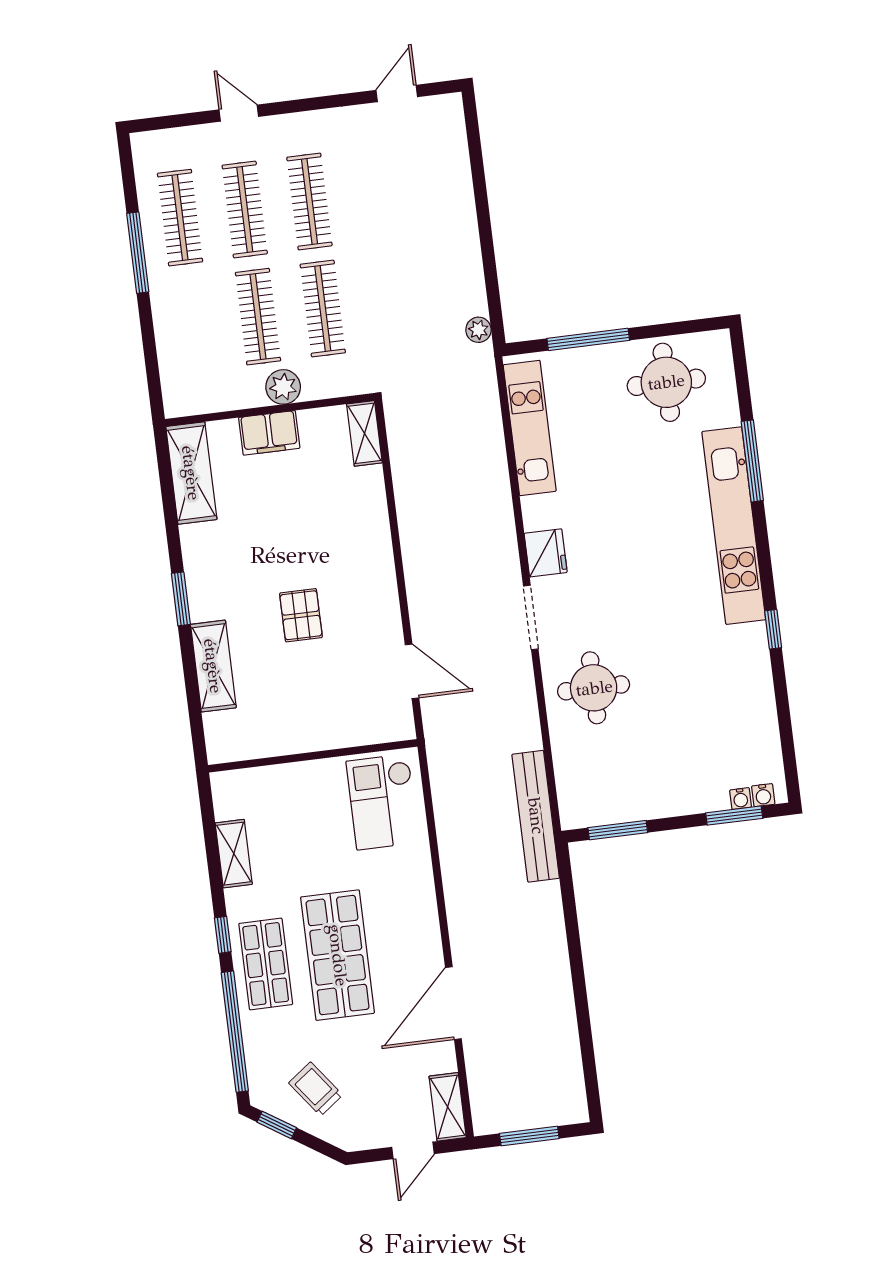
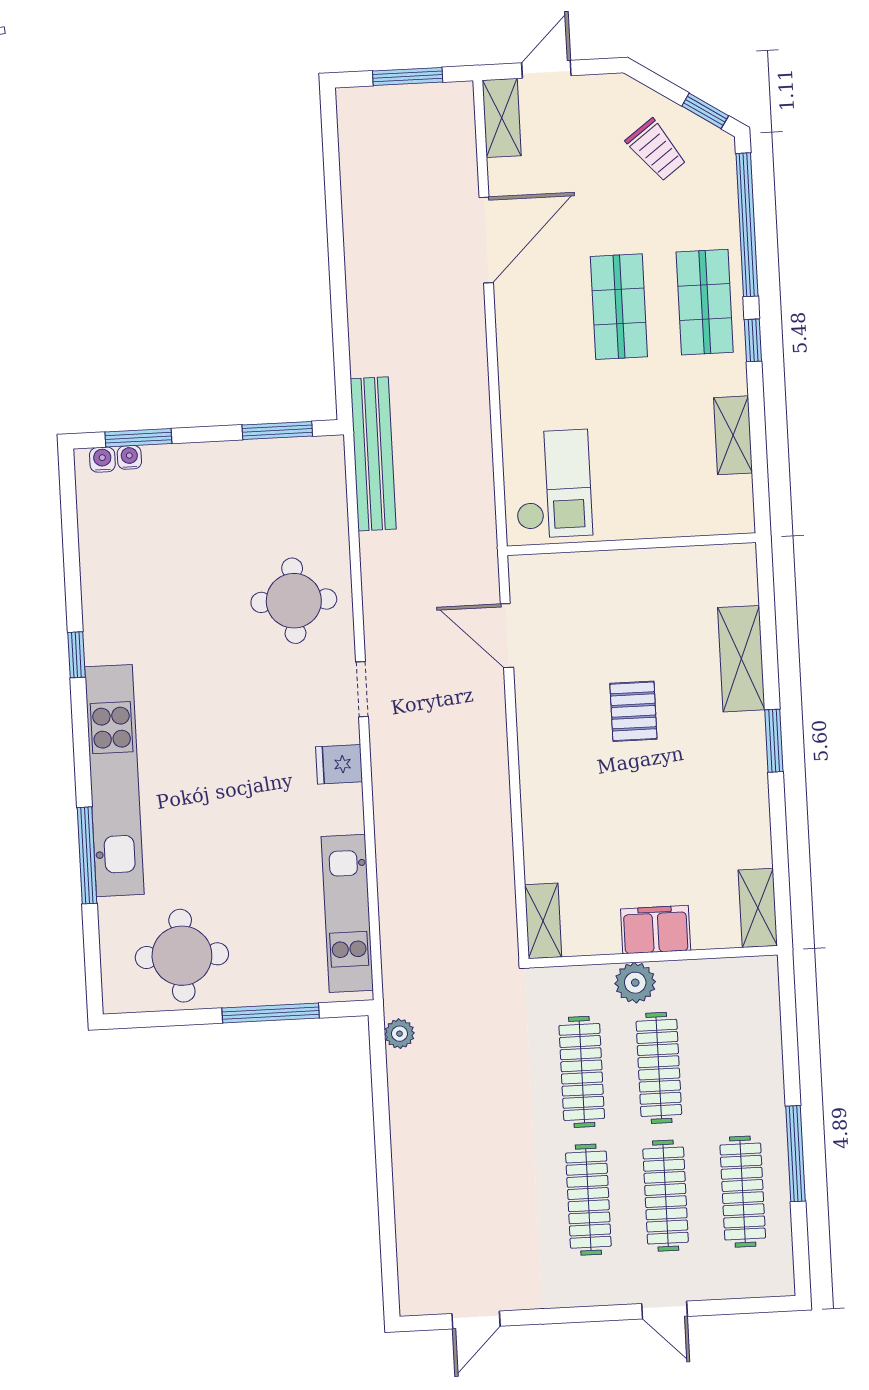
shelving: (191, 473) -> (758, 908), width x0.67, depth x0.75
fridge: (546, 553) -> (339, 764), width x0.72
doorway: (531, 617) -> (362, 689), width x0.73
shop shelf: (338, 955) -> (619, 307), width x0.70, depth x0.74

